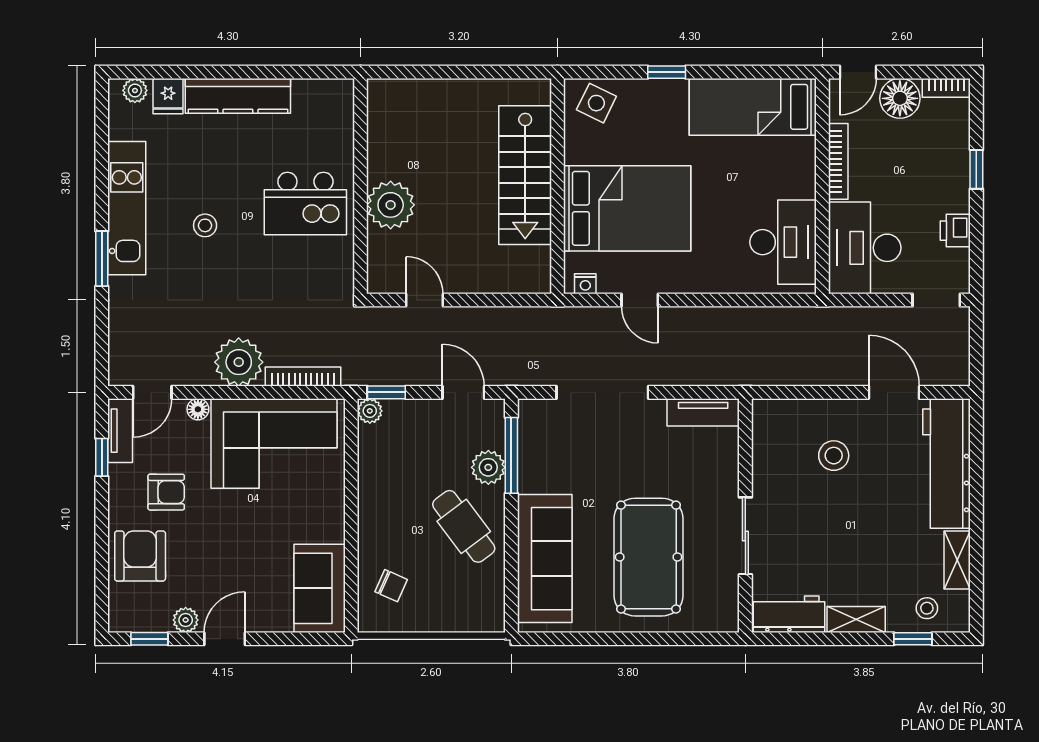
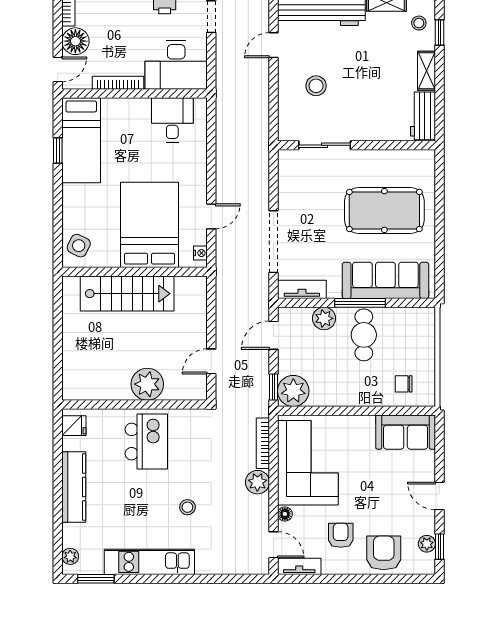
window: (667, 72) -> (58, 150), moved
door: (858, 72) -> (58, 69), hinge flipped
fridge: (168, 96) -> (74, 426), moved
stool: (205, 225) -> (187, 507), moved
desk: (783, 242) -> (172, 120), width x0.73
window: (102, 259) -> (96, 579), moved
plant: (239, 362) -> (257, 482), width x0.73, depth x0.73
door: (894, 392) -> (274, 45), width x0.73
plant: (370, 411) -> (293, 391), width x1.88, depth x1.88
tv unit: (703, 412) -> (302, 289), moved, turned -90
window: (511, 455) -> (360, 303), moved
window: (102, 457) -> (317, 579), removed
cafe table: (464, 526) -> (364, 335), turned -53
sliding door: (745, 536) -> (325, 145), moved
armchair: (140, 556) -> (384, 553), turned 90
chair: (391, 586) -> (404, 384), turned -114
plant: (186, 620) -> (427, 544), moved

